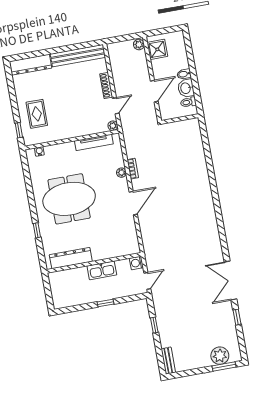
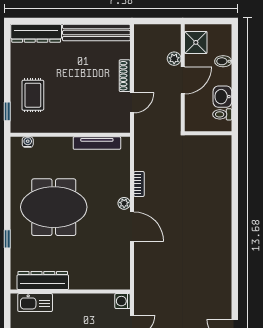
plant: (139, 44) -> (174, 59), moved
bidet: (184, 74) -> (223, 61), moved
door: (154, 91) -> (183, 80), moved
plant: (113, 126) -> (124, 127), removed
plant: (121, 173) -> (124, 203), moved
door: (133, 203) -> (132, 227), hinge flipped
kitchen sink: (102, 270) -> (35, 303), moved

